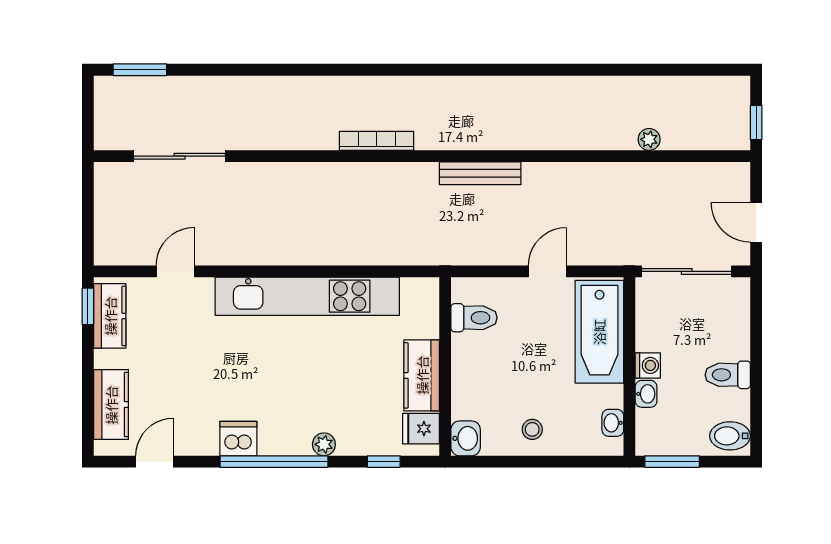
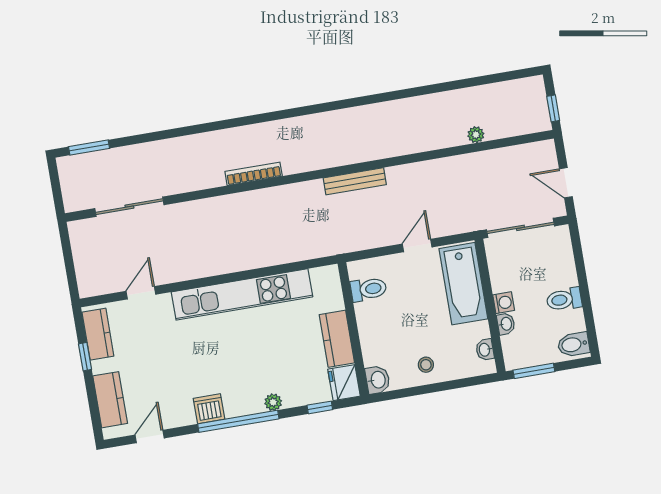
bookcase: (377, 141) -> (254, 174), moved
window: (88, 306) -> (85, 357), moved
fridge: (421, 429) -> (344, 383), width x1.38

